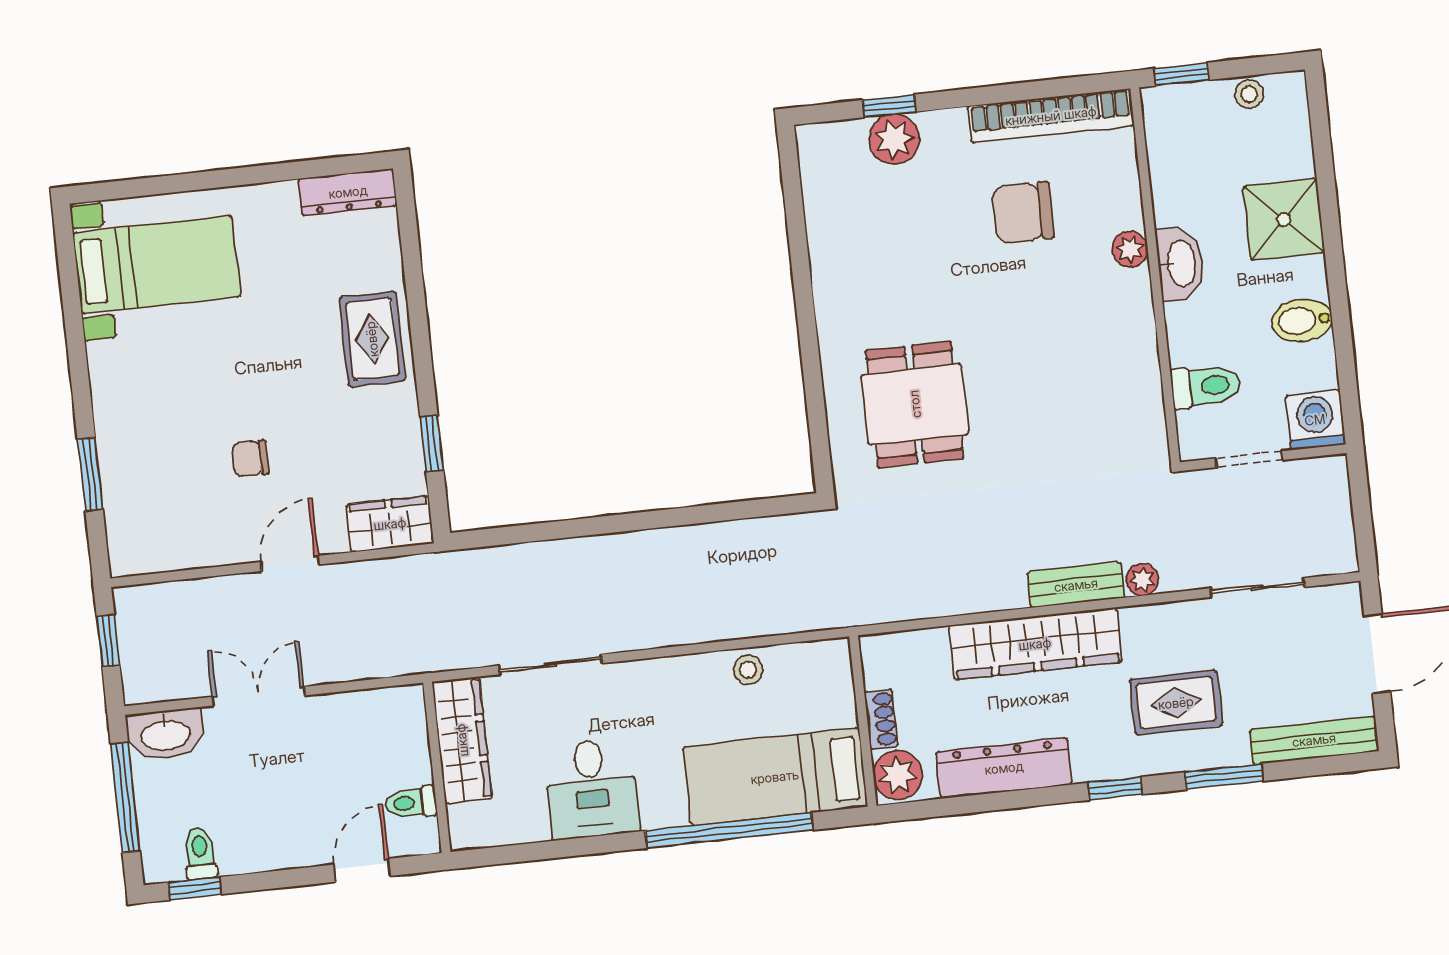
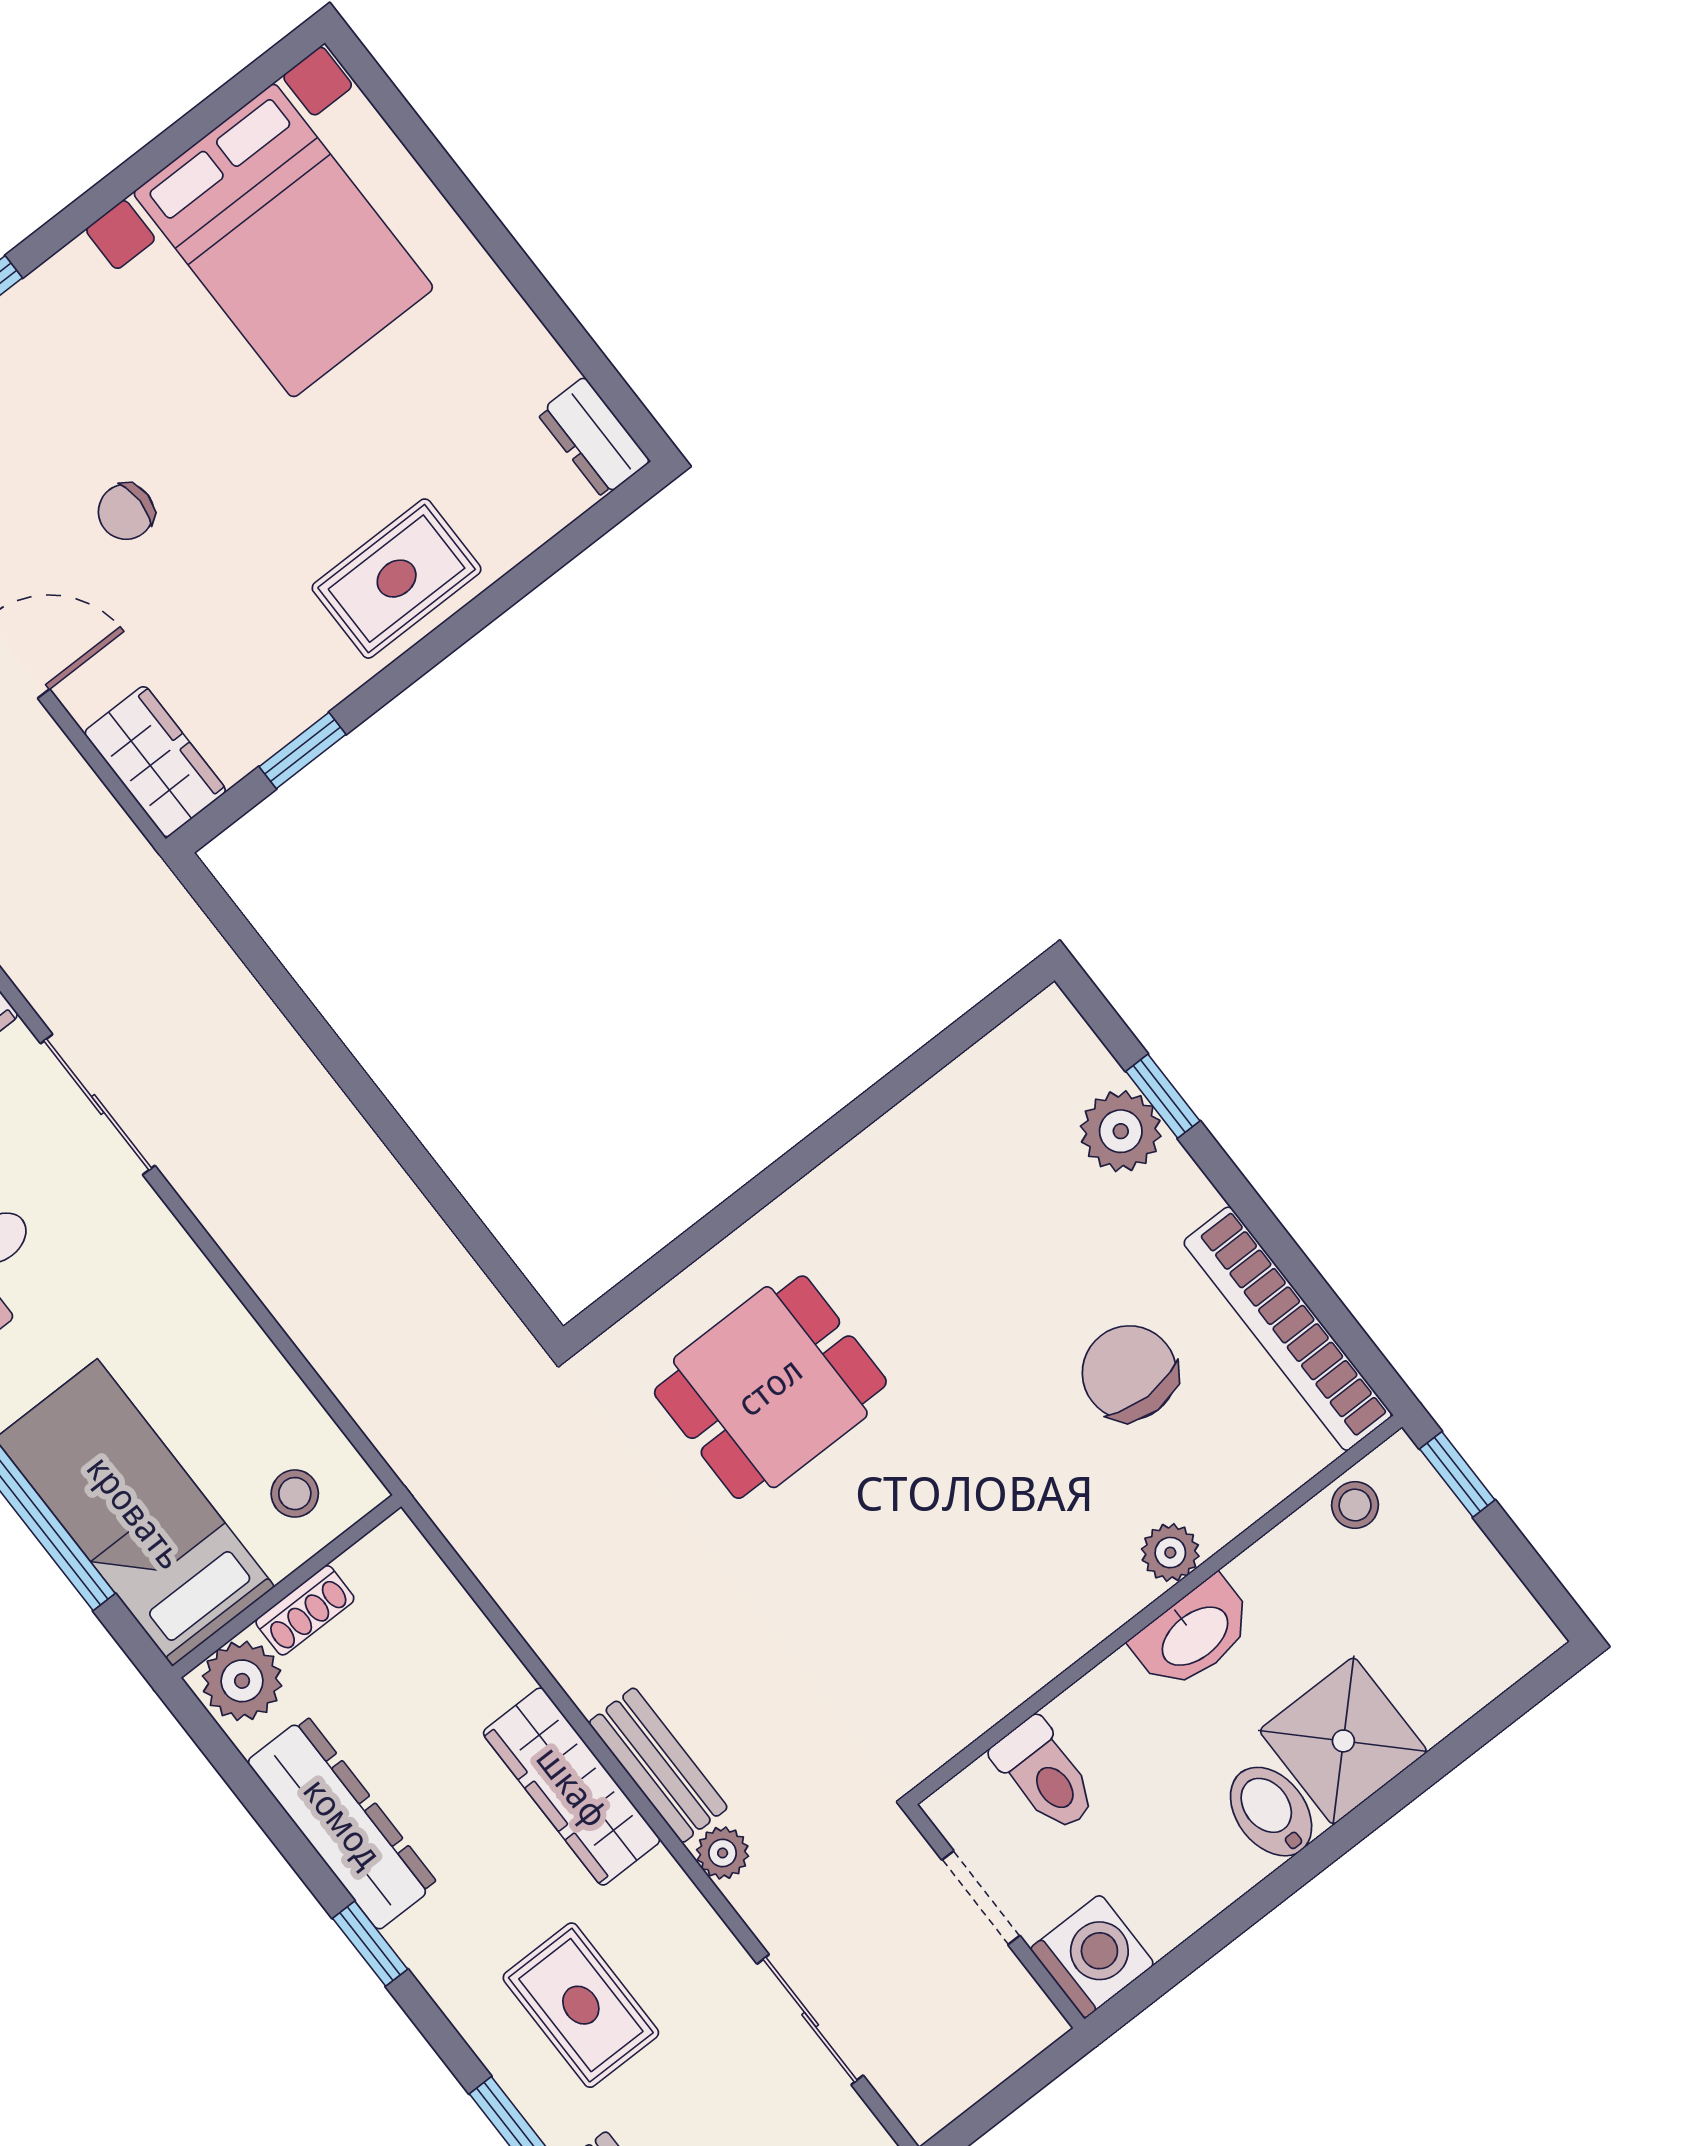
stool: (1249, 94) -> (1355, 1505), moved
dresser: (348, 192) -> (594, 437), width x0.70
bed with nightstands: (157, 265) -> (283, 240), width x1.36
bidet: (1302, 320) -> (1271, 1812), moved
chair: (250, 459) -> (126, 512), turned -90
wardrobe: (1035, 644) -> (572, 1787), width x0.71, depth x0.85
stool: (748, 670) -> (295, 1494), moved
window: (1115, 788) -> (370, 1944), moved

